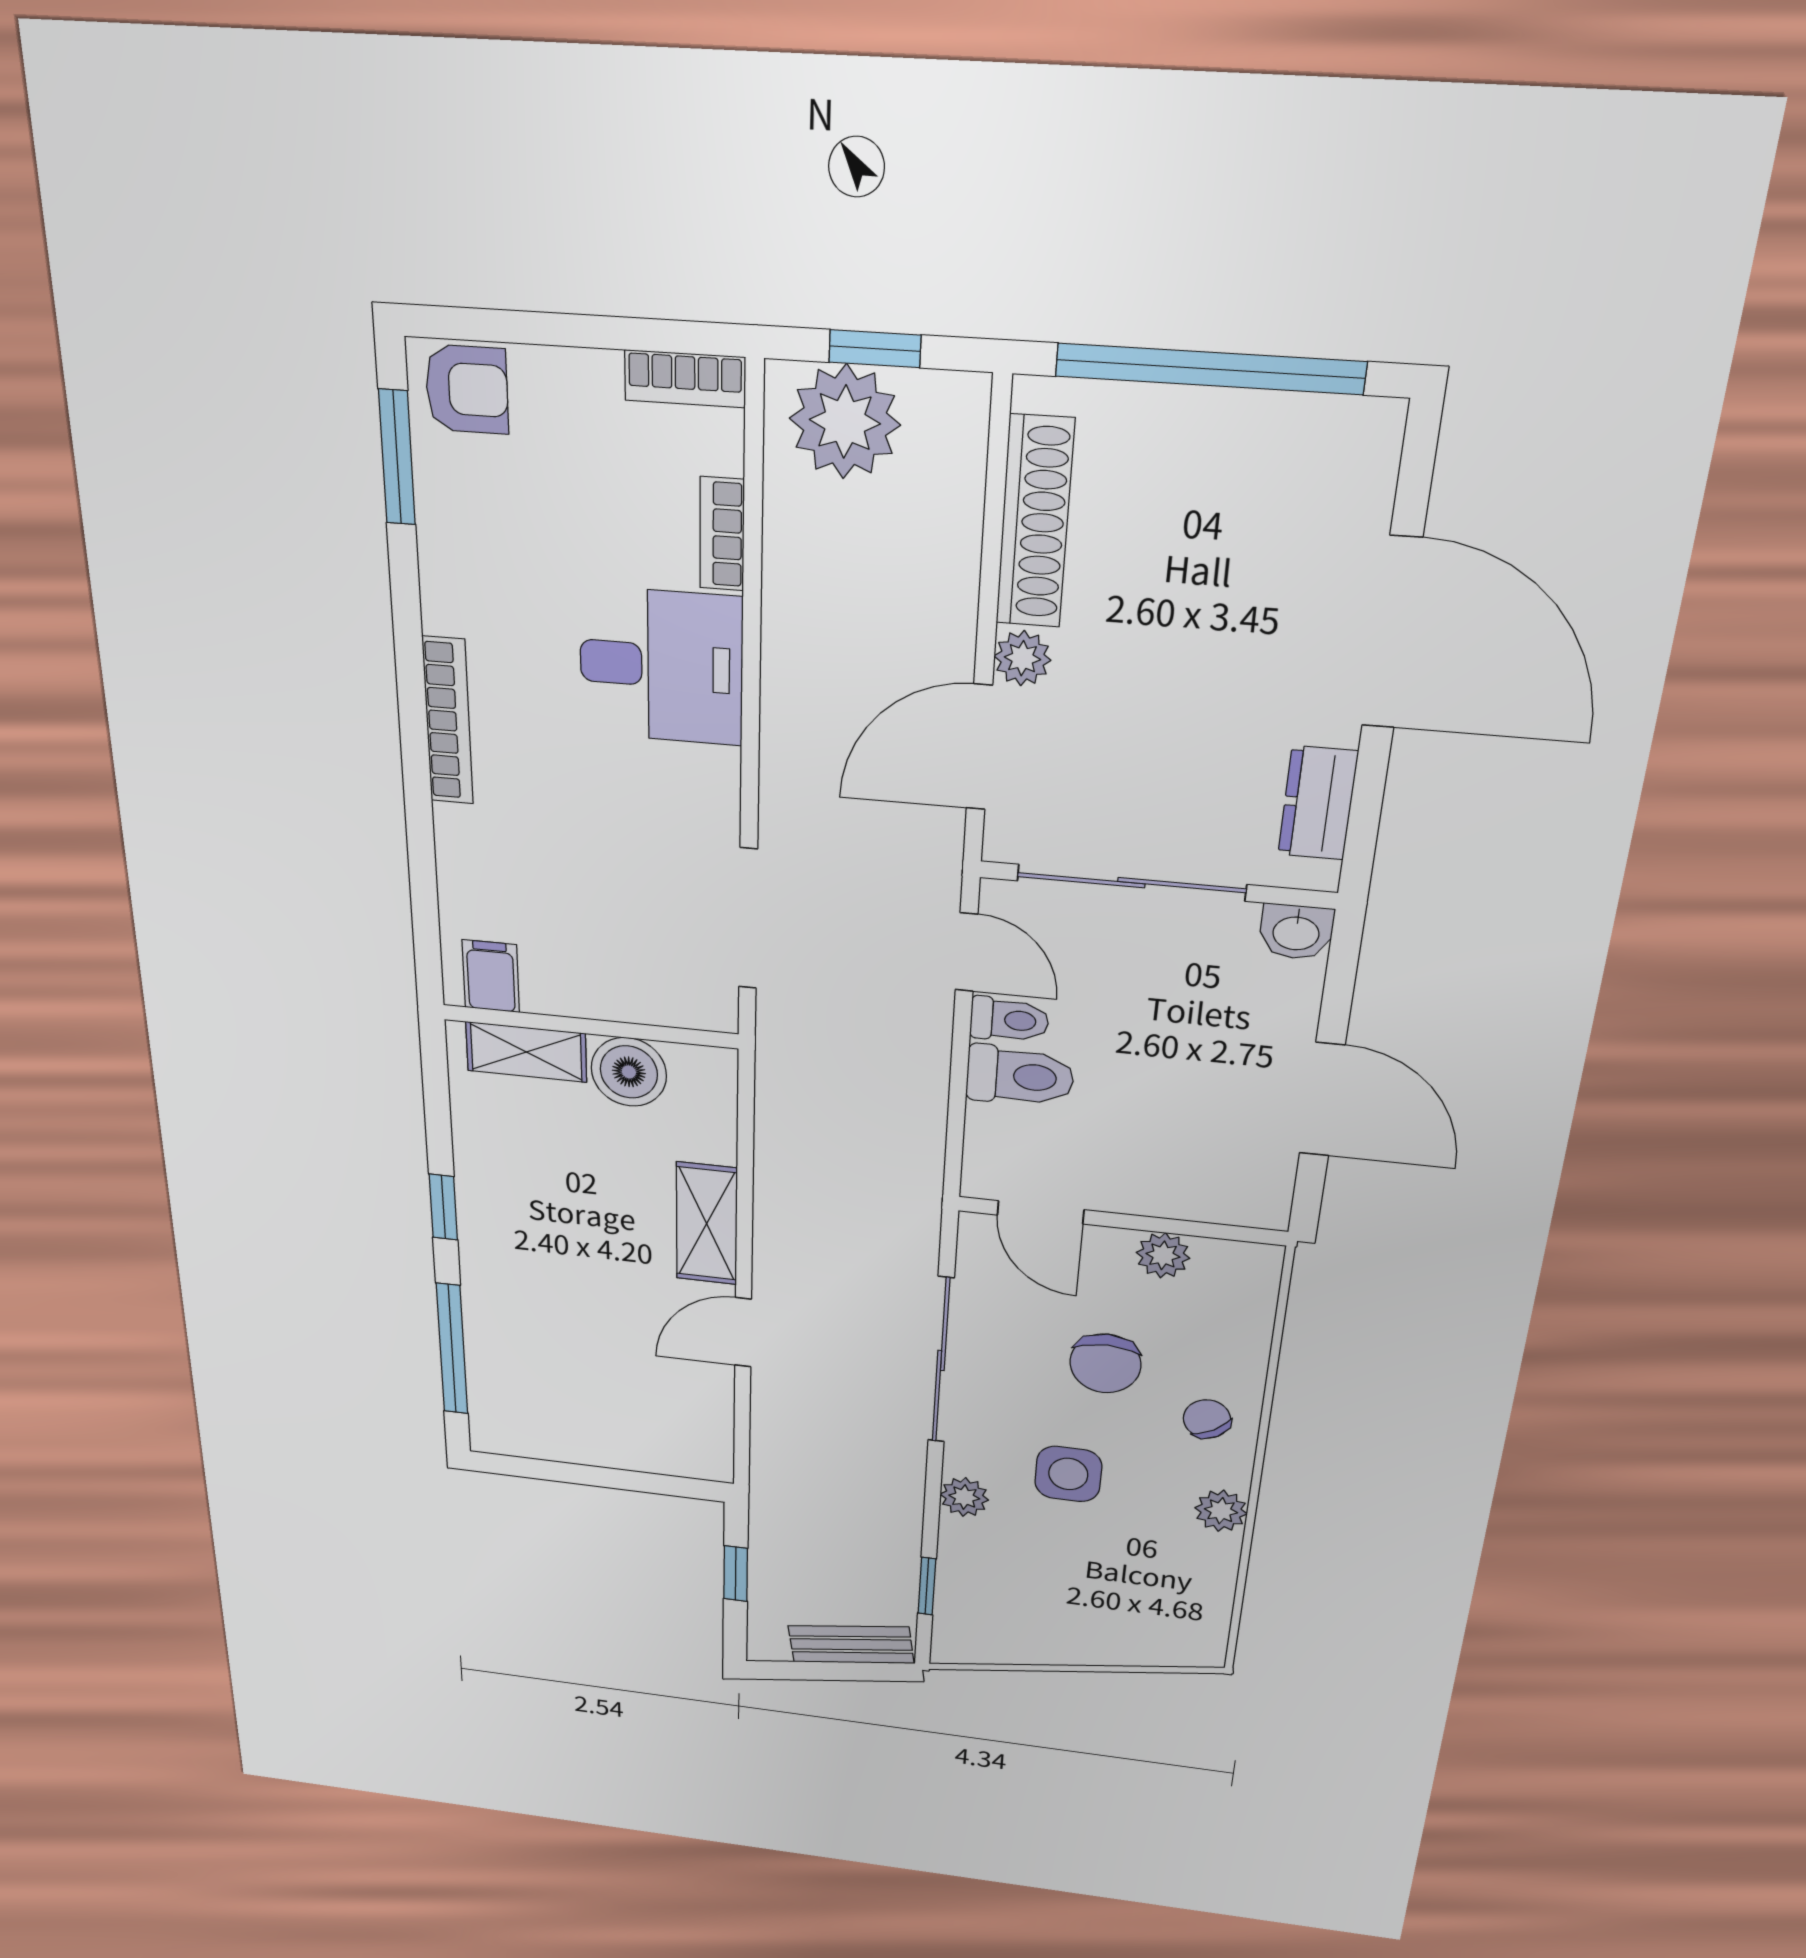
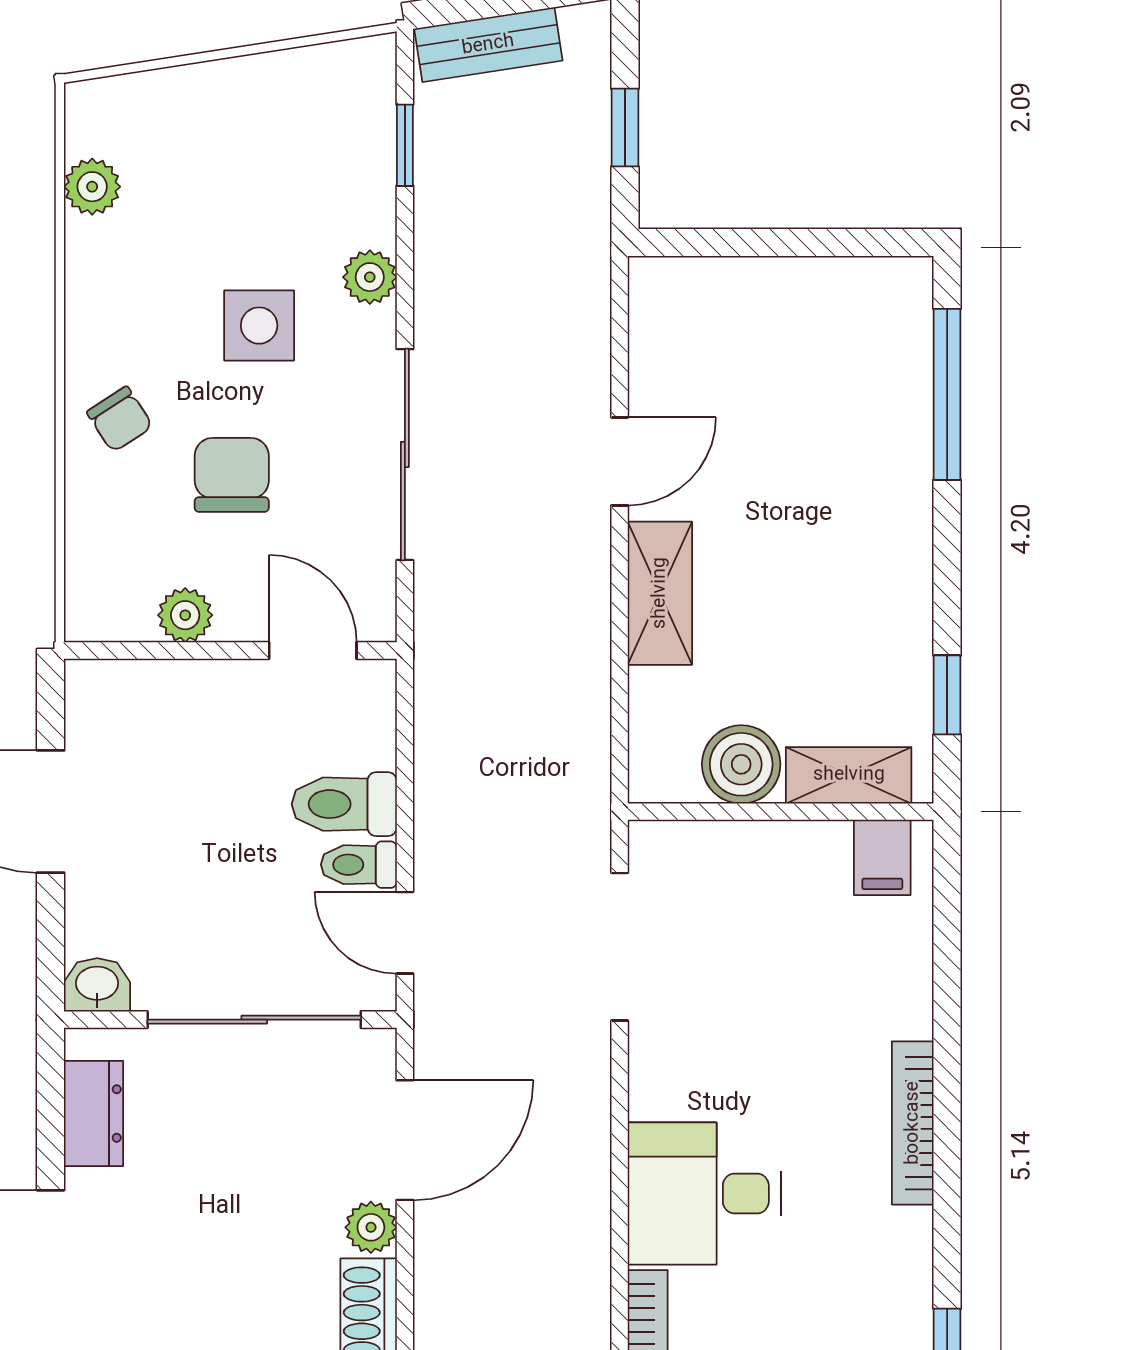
window: (443, 1207) -> (947, 695), moved
plant: (1221, 1511) -> (92, 187), moved

